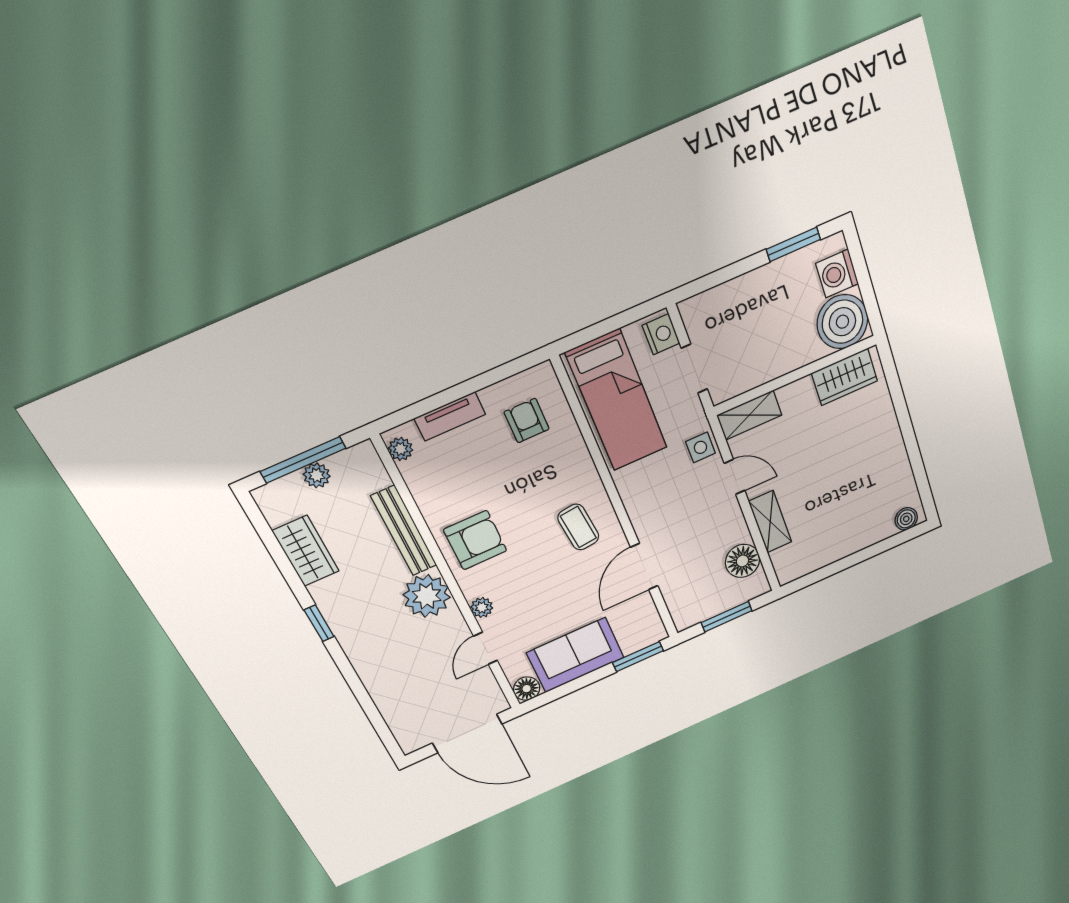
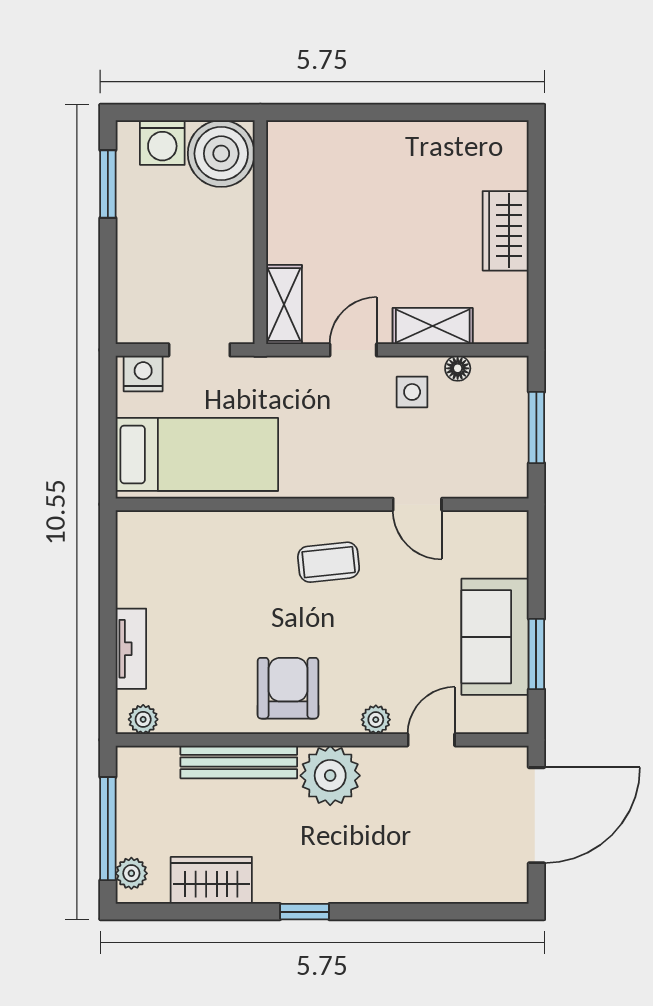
wardrobe: (845, 377) -> (506, 231), moved, turned 180
armchair: (527, 421) -> (174, 566), removed
side table: (700, 447) -> (412, 392), moved
plant: (317, 475) -> (131, 873), moved
boiler: (906, 519) -> (513, 148), removed
floor lamp: (743, 561) -> (458, 368), width x0.53, depth x0.53
door: (644, 567) -> (417, 504), width x0.73
door: (485, 648) -> (431, 740), swing flipped
window: (638, 657) -> (536, 654), moved
floor lamp: (527, 689) -> (511, 716), removed

